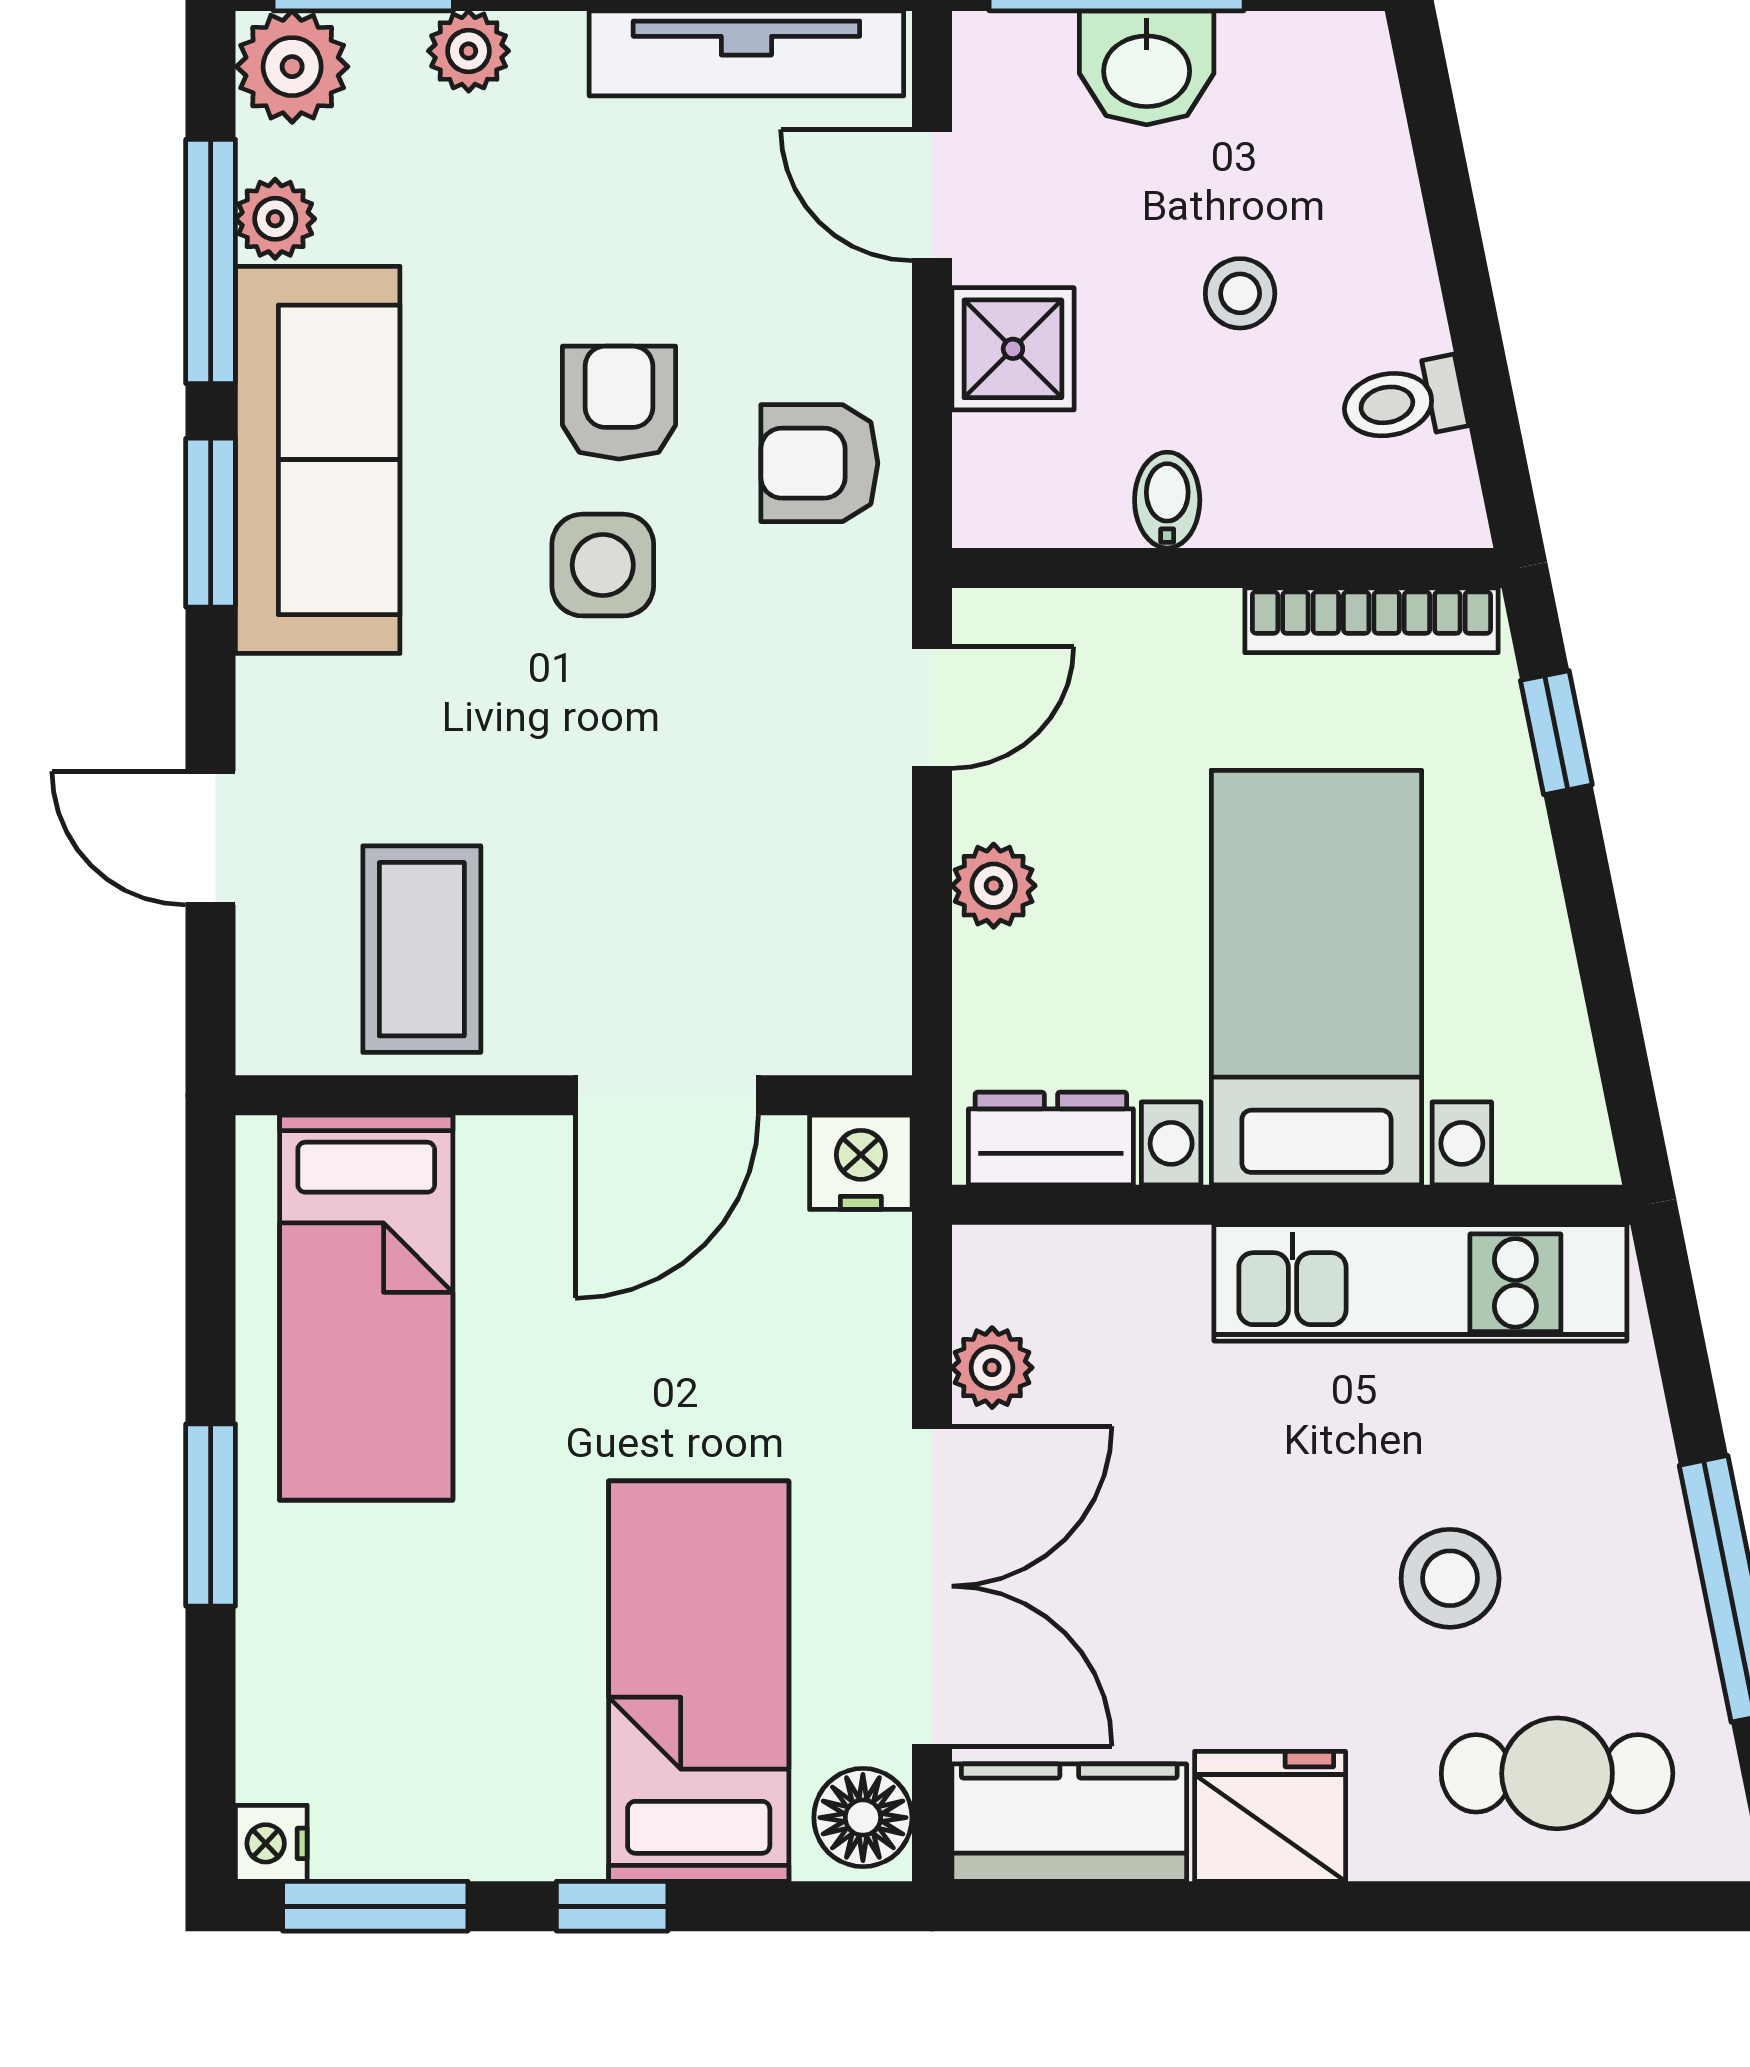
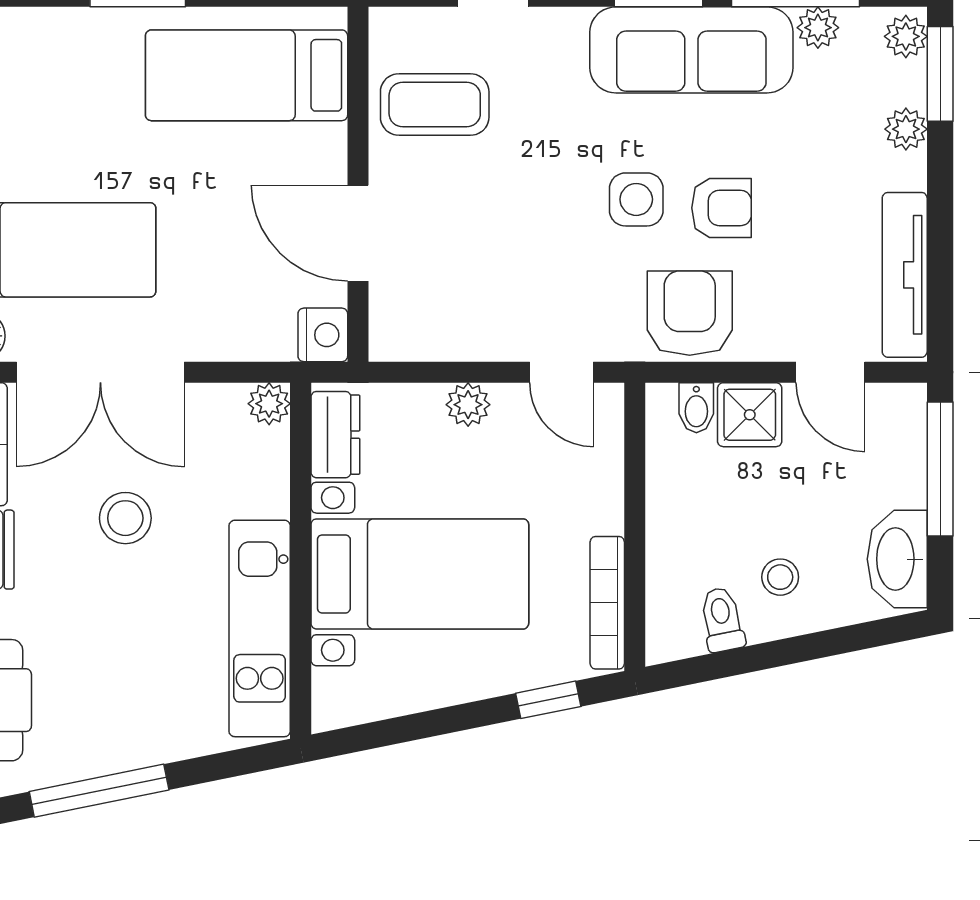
plant: (292, 67) -> (906, 36), width x0.73, depth x0.73
washbasin: (1147, 68) -> (897, 559), moved, width x1.38
door: (932, 195) -> (830, 372), swing flipped
stool: (1240, 293) -> (780, 577), moved
armchair: (819, 463) -> (690, 313), width x1.38, depth x1.38
bidet: (1167, 500) -> (696, 408), moved, turned 90
plant: (992, 1368) -> (269, 404), moved
stool: (1450, 1578) -> (125, 518), moved

